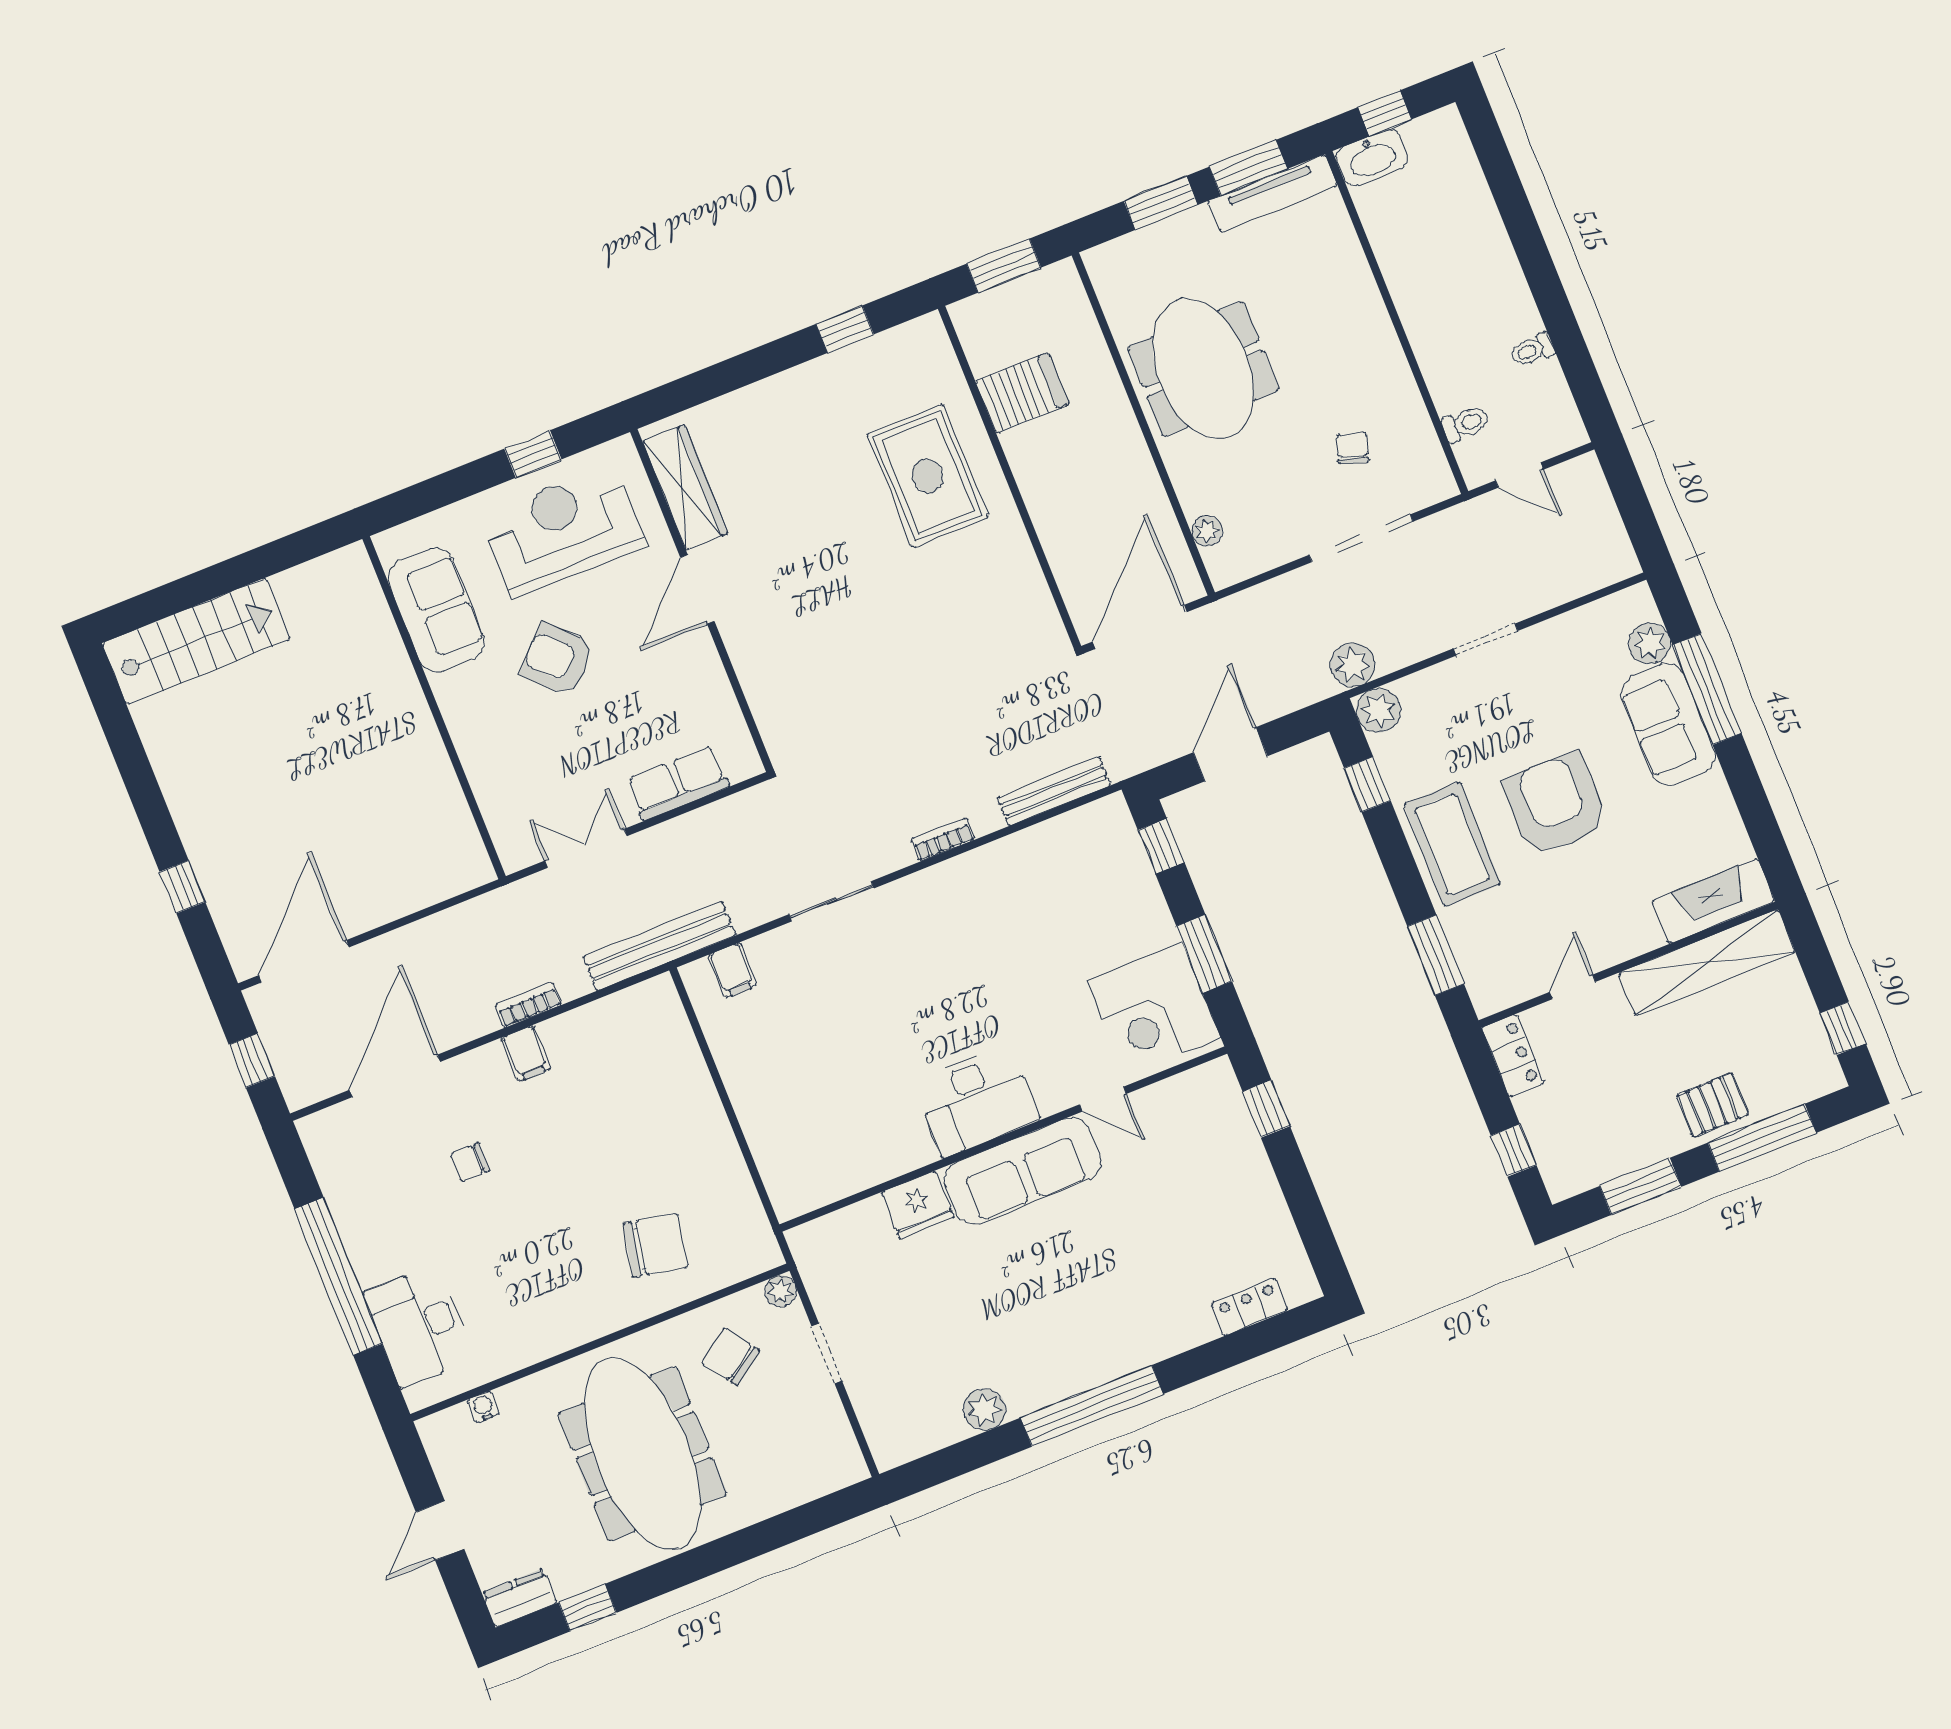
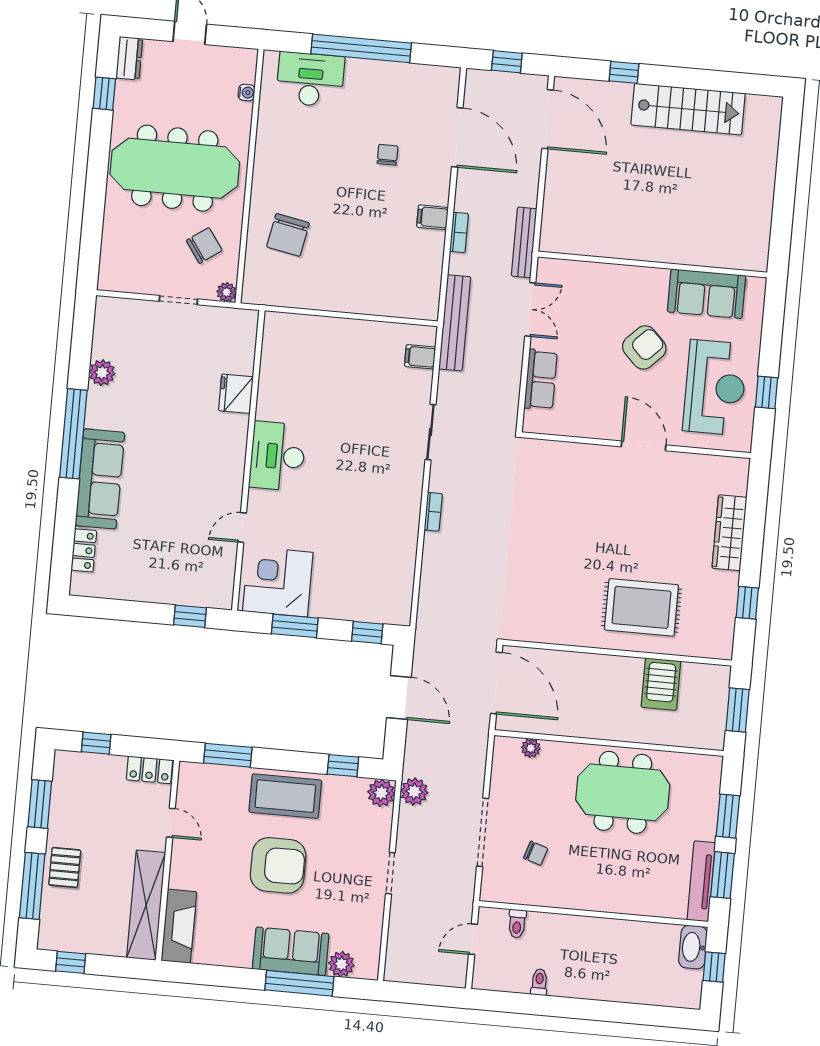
wardrobe: (685, 487) -> (729, 533), moved, turned 90
stairs: (196, 641) -> (688, 109), moved, turned -90
bench: (1054, 791) -> (524, 242), moved
sofa: (1023, 1171) -> (100, 479), moved, turned 180

